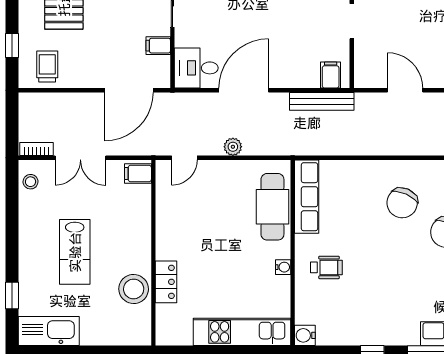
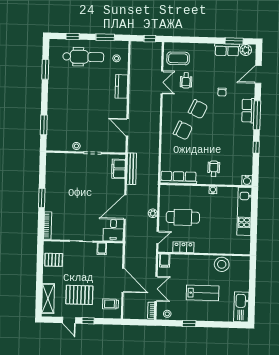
window: (12, 45) -> (88, 321), moved
filing cabinet: (331, 75) -> (119, 169), width x2.00
door: (129, 90) -> (123, 280), moved
door: (244, 90) -> (125, 207), hinge flipped
door: (405, 90) -> (127, 127), hinge flipped
door: (184, 158) -> (158, 237), hinge flipped
cafe table: (272, 207) -> (183, 217), moved
locker: (166, 282) -> (183, 247), moved
window: (12, 296) -> (189, 324), moved

